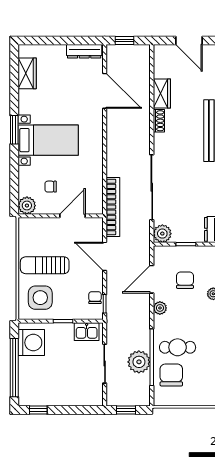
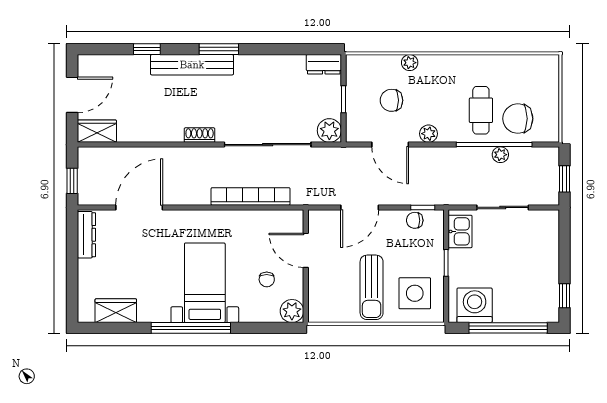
wardrobe: (162, 93) -> (97, 131), moved
shoe rack: (159, 121) -> (200, 135), moved
window: (14, 130) -> (191, 328), width x2.11
bookcase: (113, 207) -> (251, 196), moved
plant: (139, 362) -> (500, 155), width x0.53, depth x0.53

